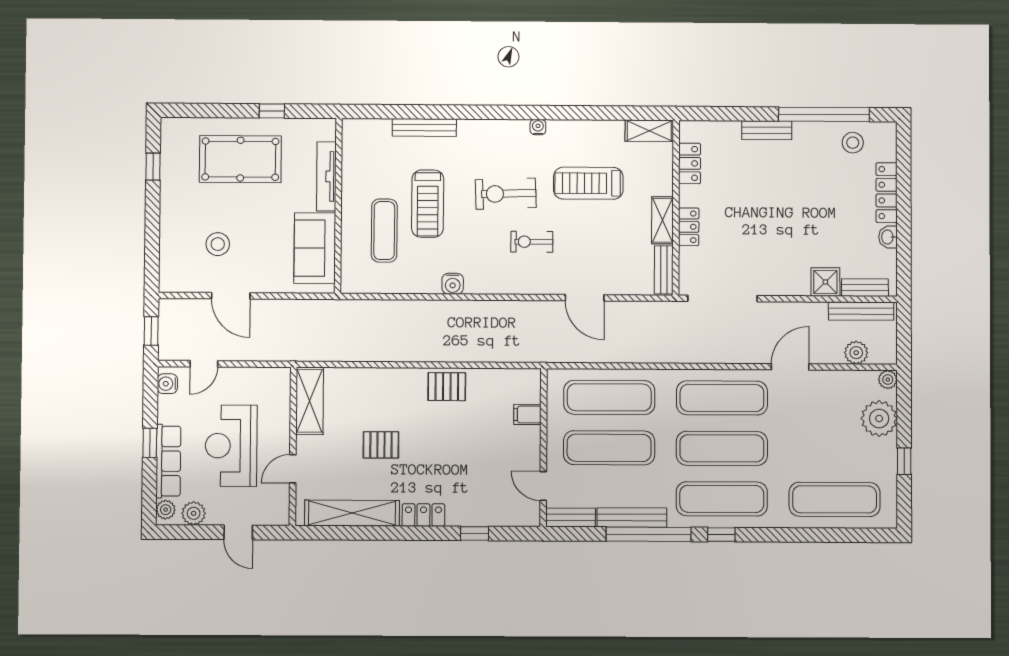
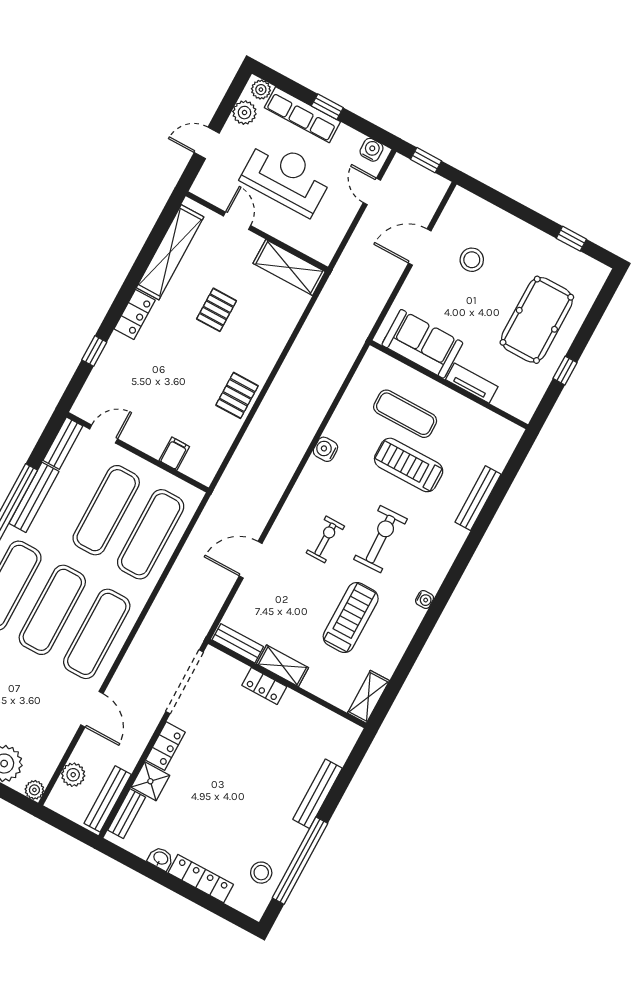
bench: (767, 130) -> (318, 794), width x1.36
locker: (690, 163) -> (165, 746), moved, turned -90
tv unit: (326, 176) -> (472, 383), width x0.71

